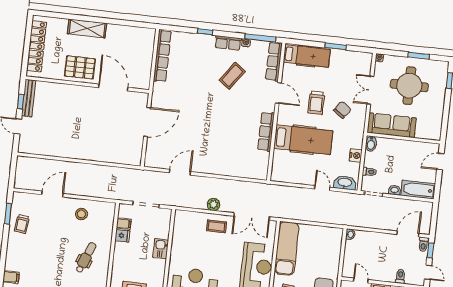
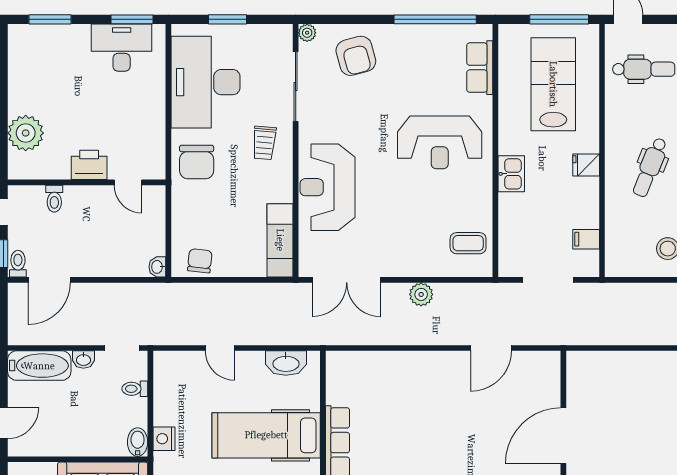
nightstand: (356, 155) -> (164, 439), moved
washbasin: (345, 183) -> (286, 363), moved
double door: (252, 216) -> (347, 280), swing flipped
coffee table: (216, 226) -> (468, 243), moved
chair: (328, 235) -> (200, 261), added
fridge: (122, 236) -> (586, 165), moved
exam couch: (287, 248) -> (280, 240), width x0.73, depth x0.69
kitchen sink: (161, 249) -> (511, 174), moved

